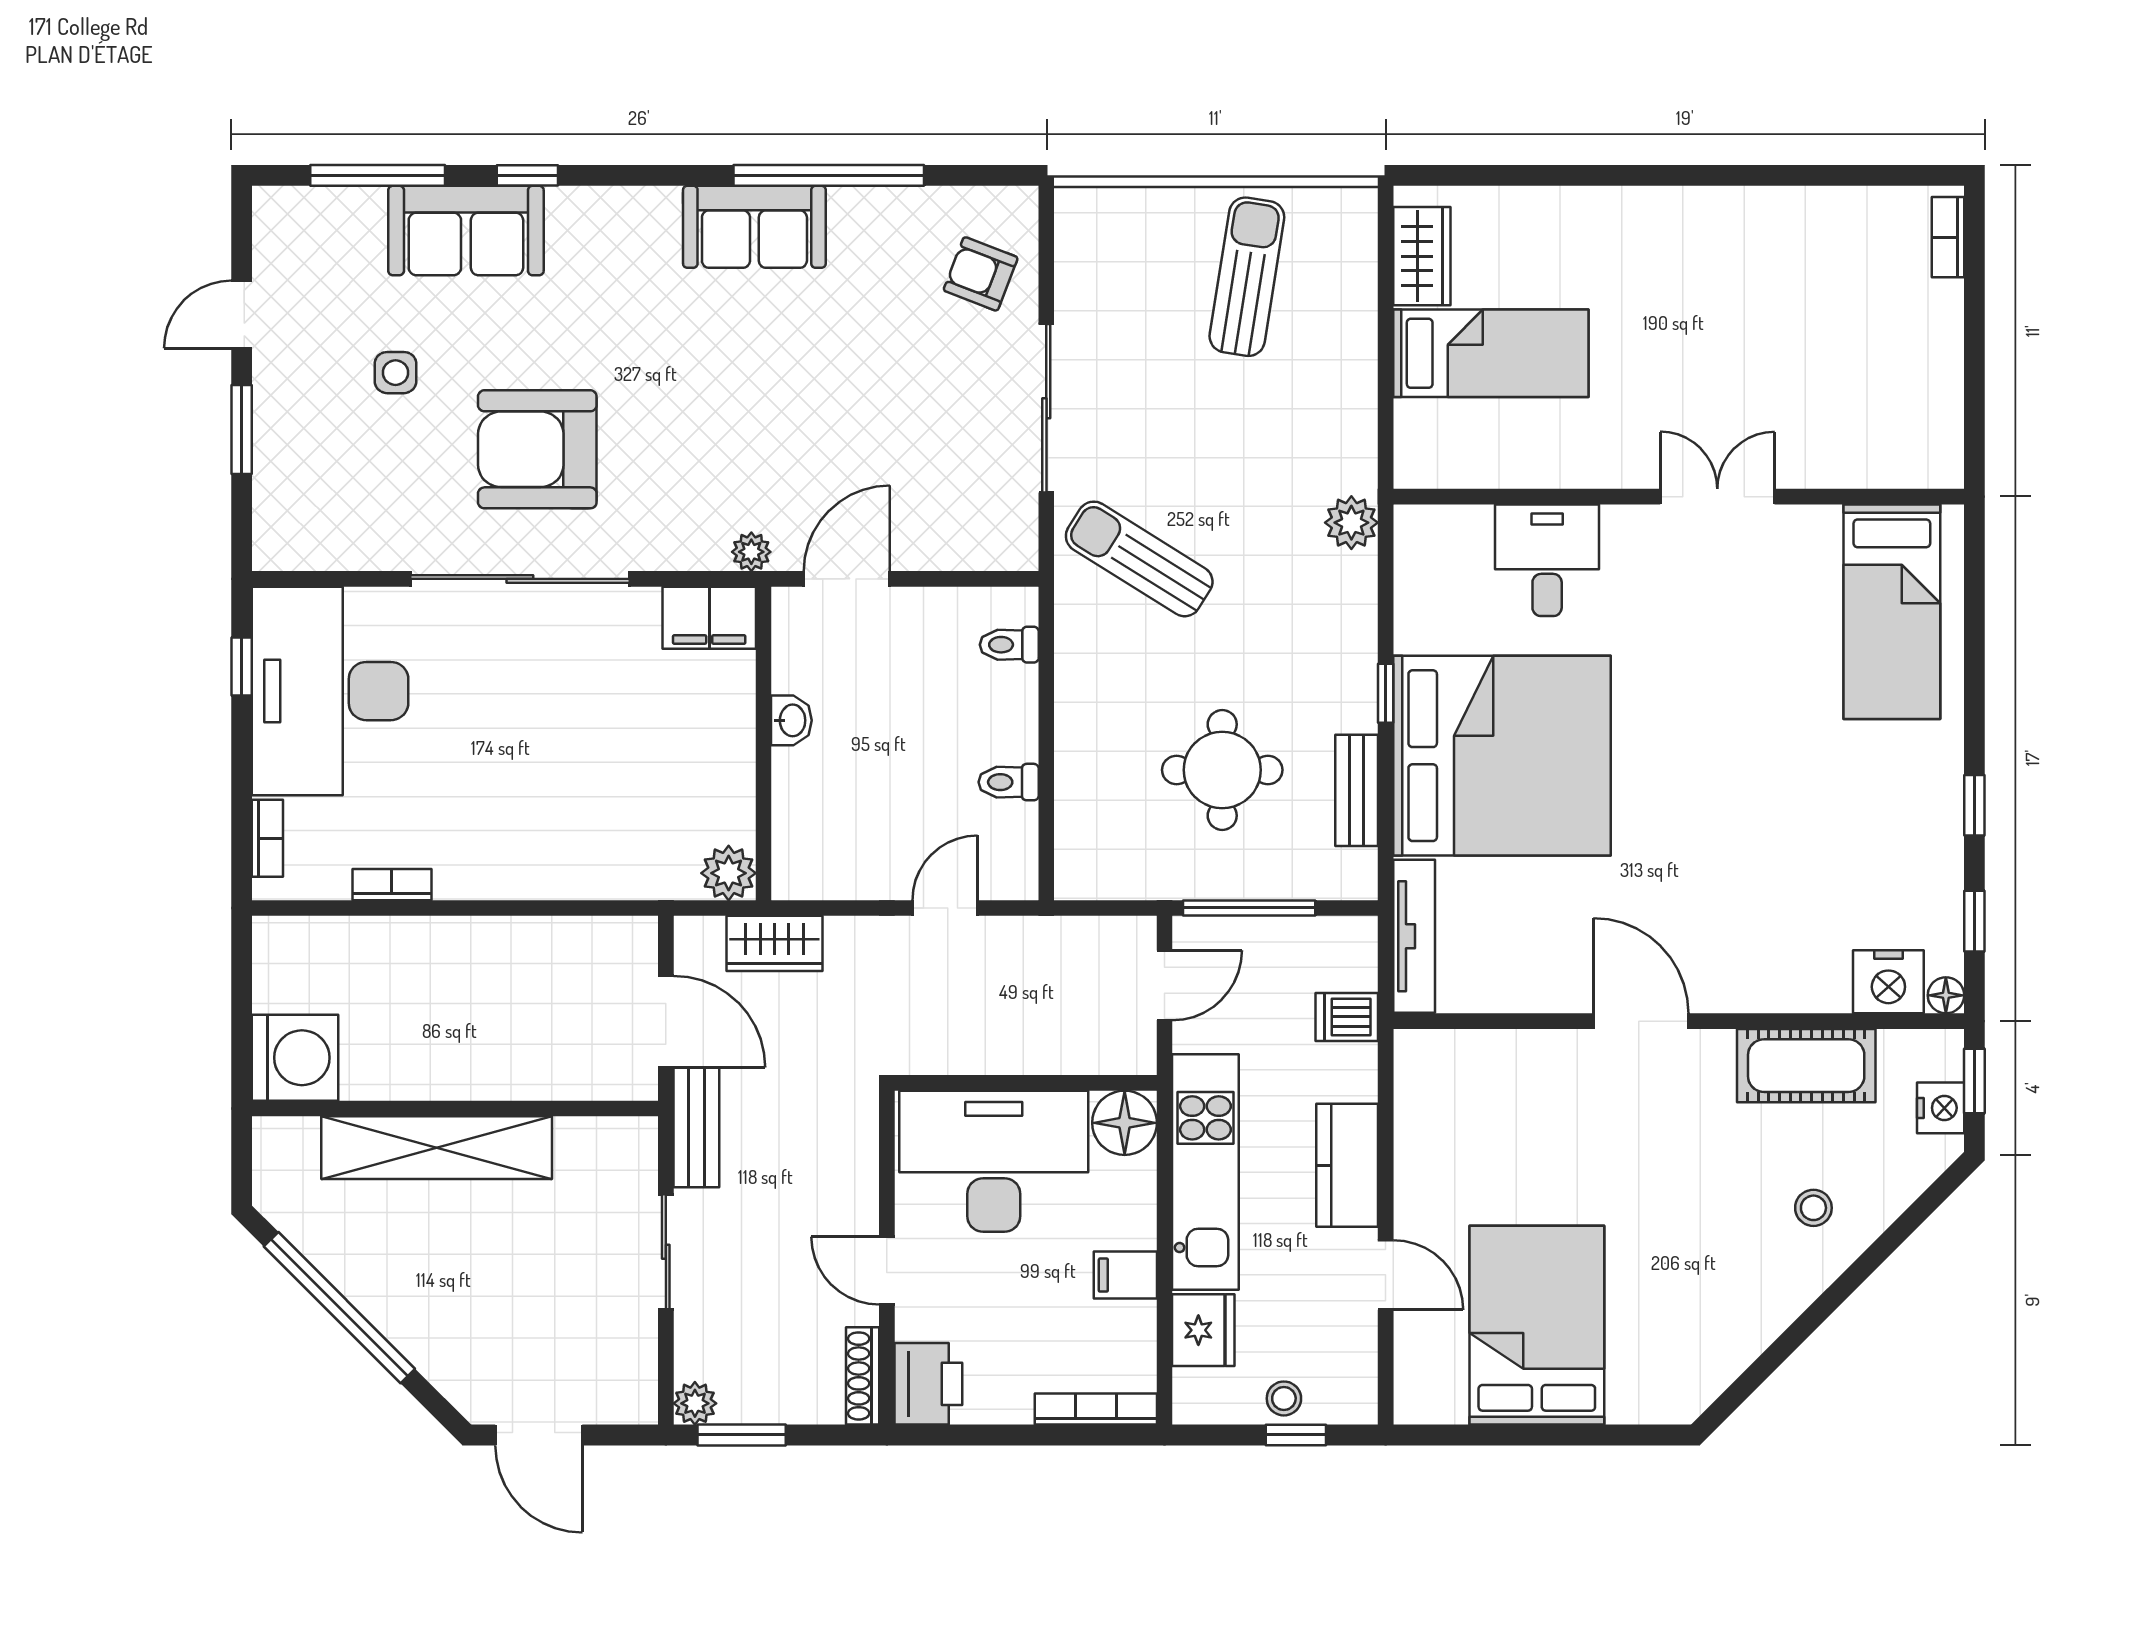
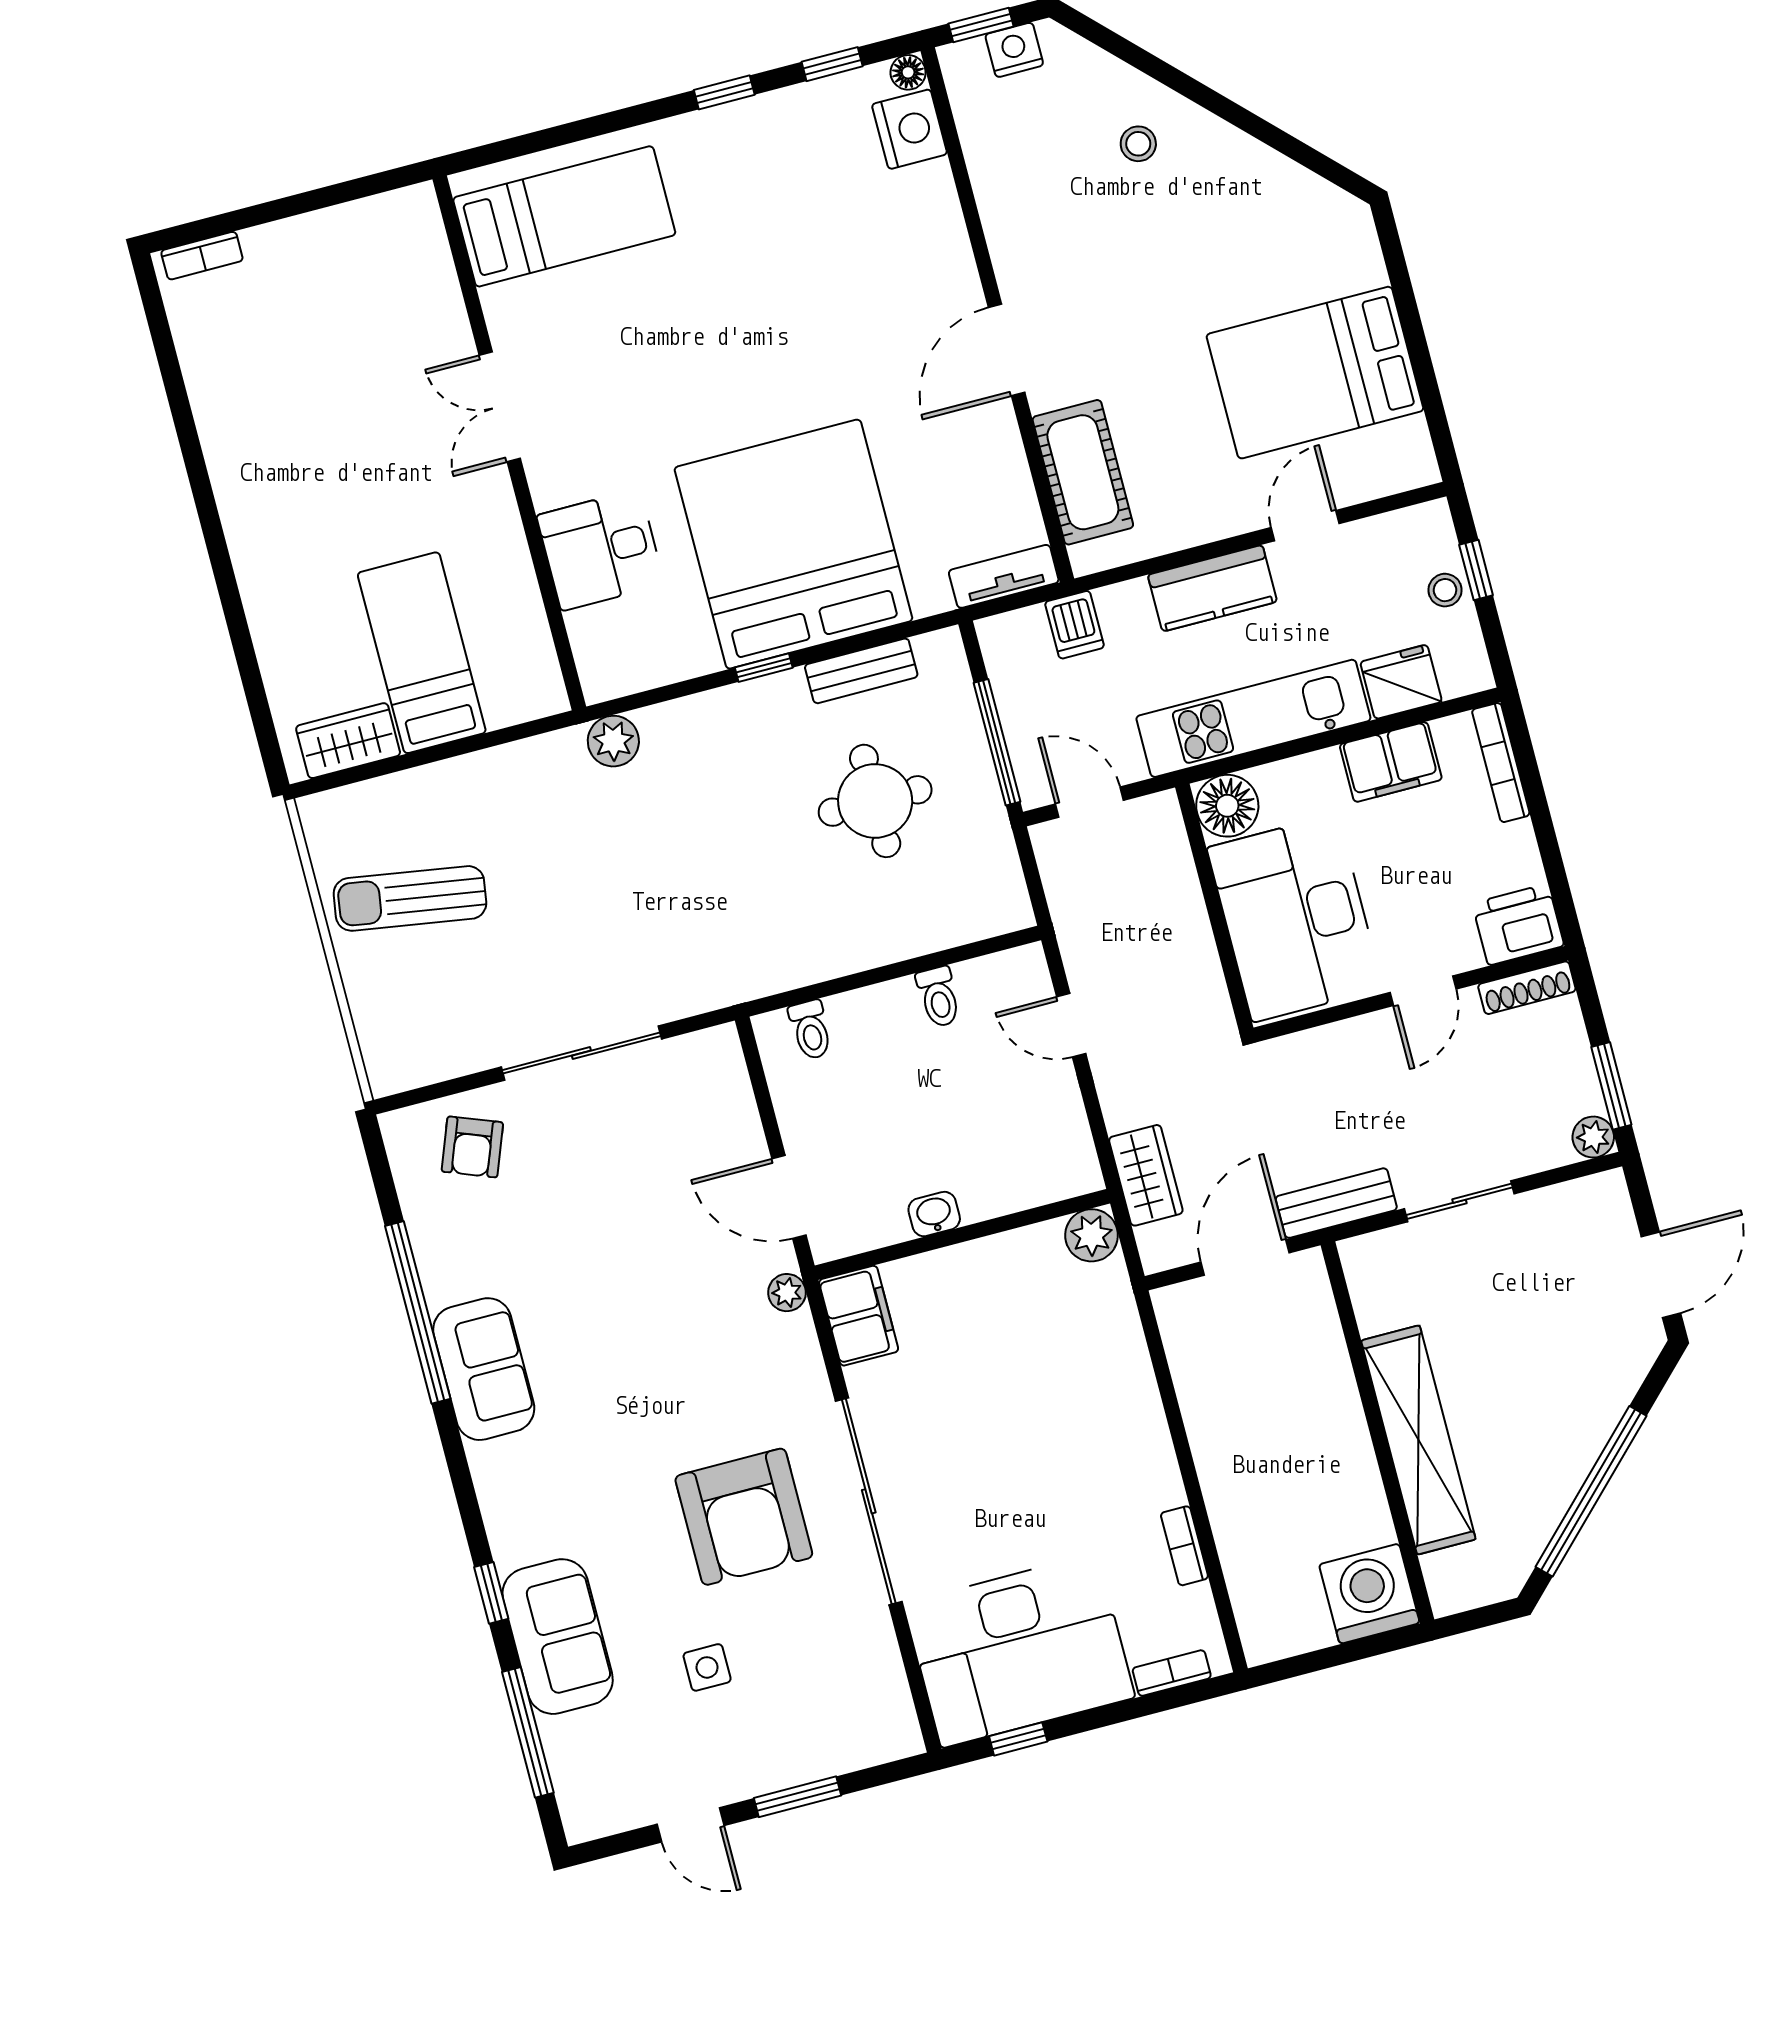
sun lounger: (1139, 559) -> (699, 930), removed
tv unit: (1414, 936) -> (1004, 576), width x0.71
cot: (1806, 1066) -> (1083, 472), moved
filing cabinet: (1125, 1275) -> (1391, 762), width x2.00

